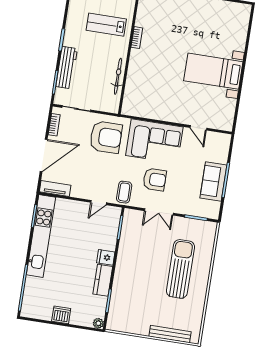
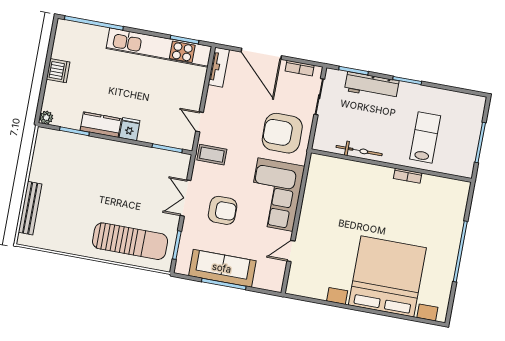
bed with nightstands: (213, 71) -> (387, 276), width x1.85
armchair: (106, 137) -> (282, 133), turned 90
armchair: (155, 179) -> (223, 210), moved, turned -90
sofa: (213, 181) -> (222, 268), width x1.36
sun lounger: (180, 269) -> (130, 241), moved

